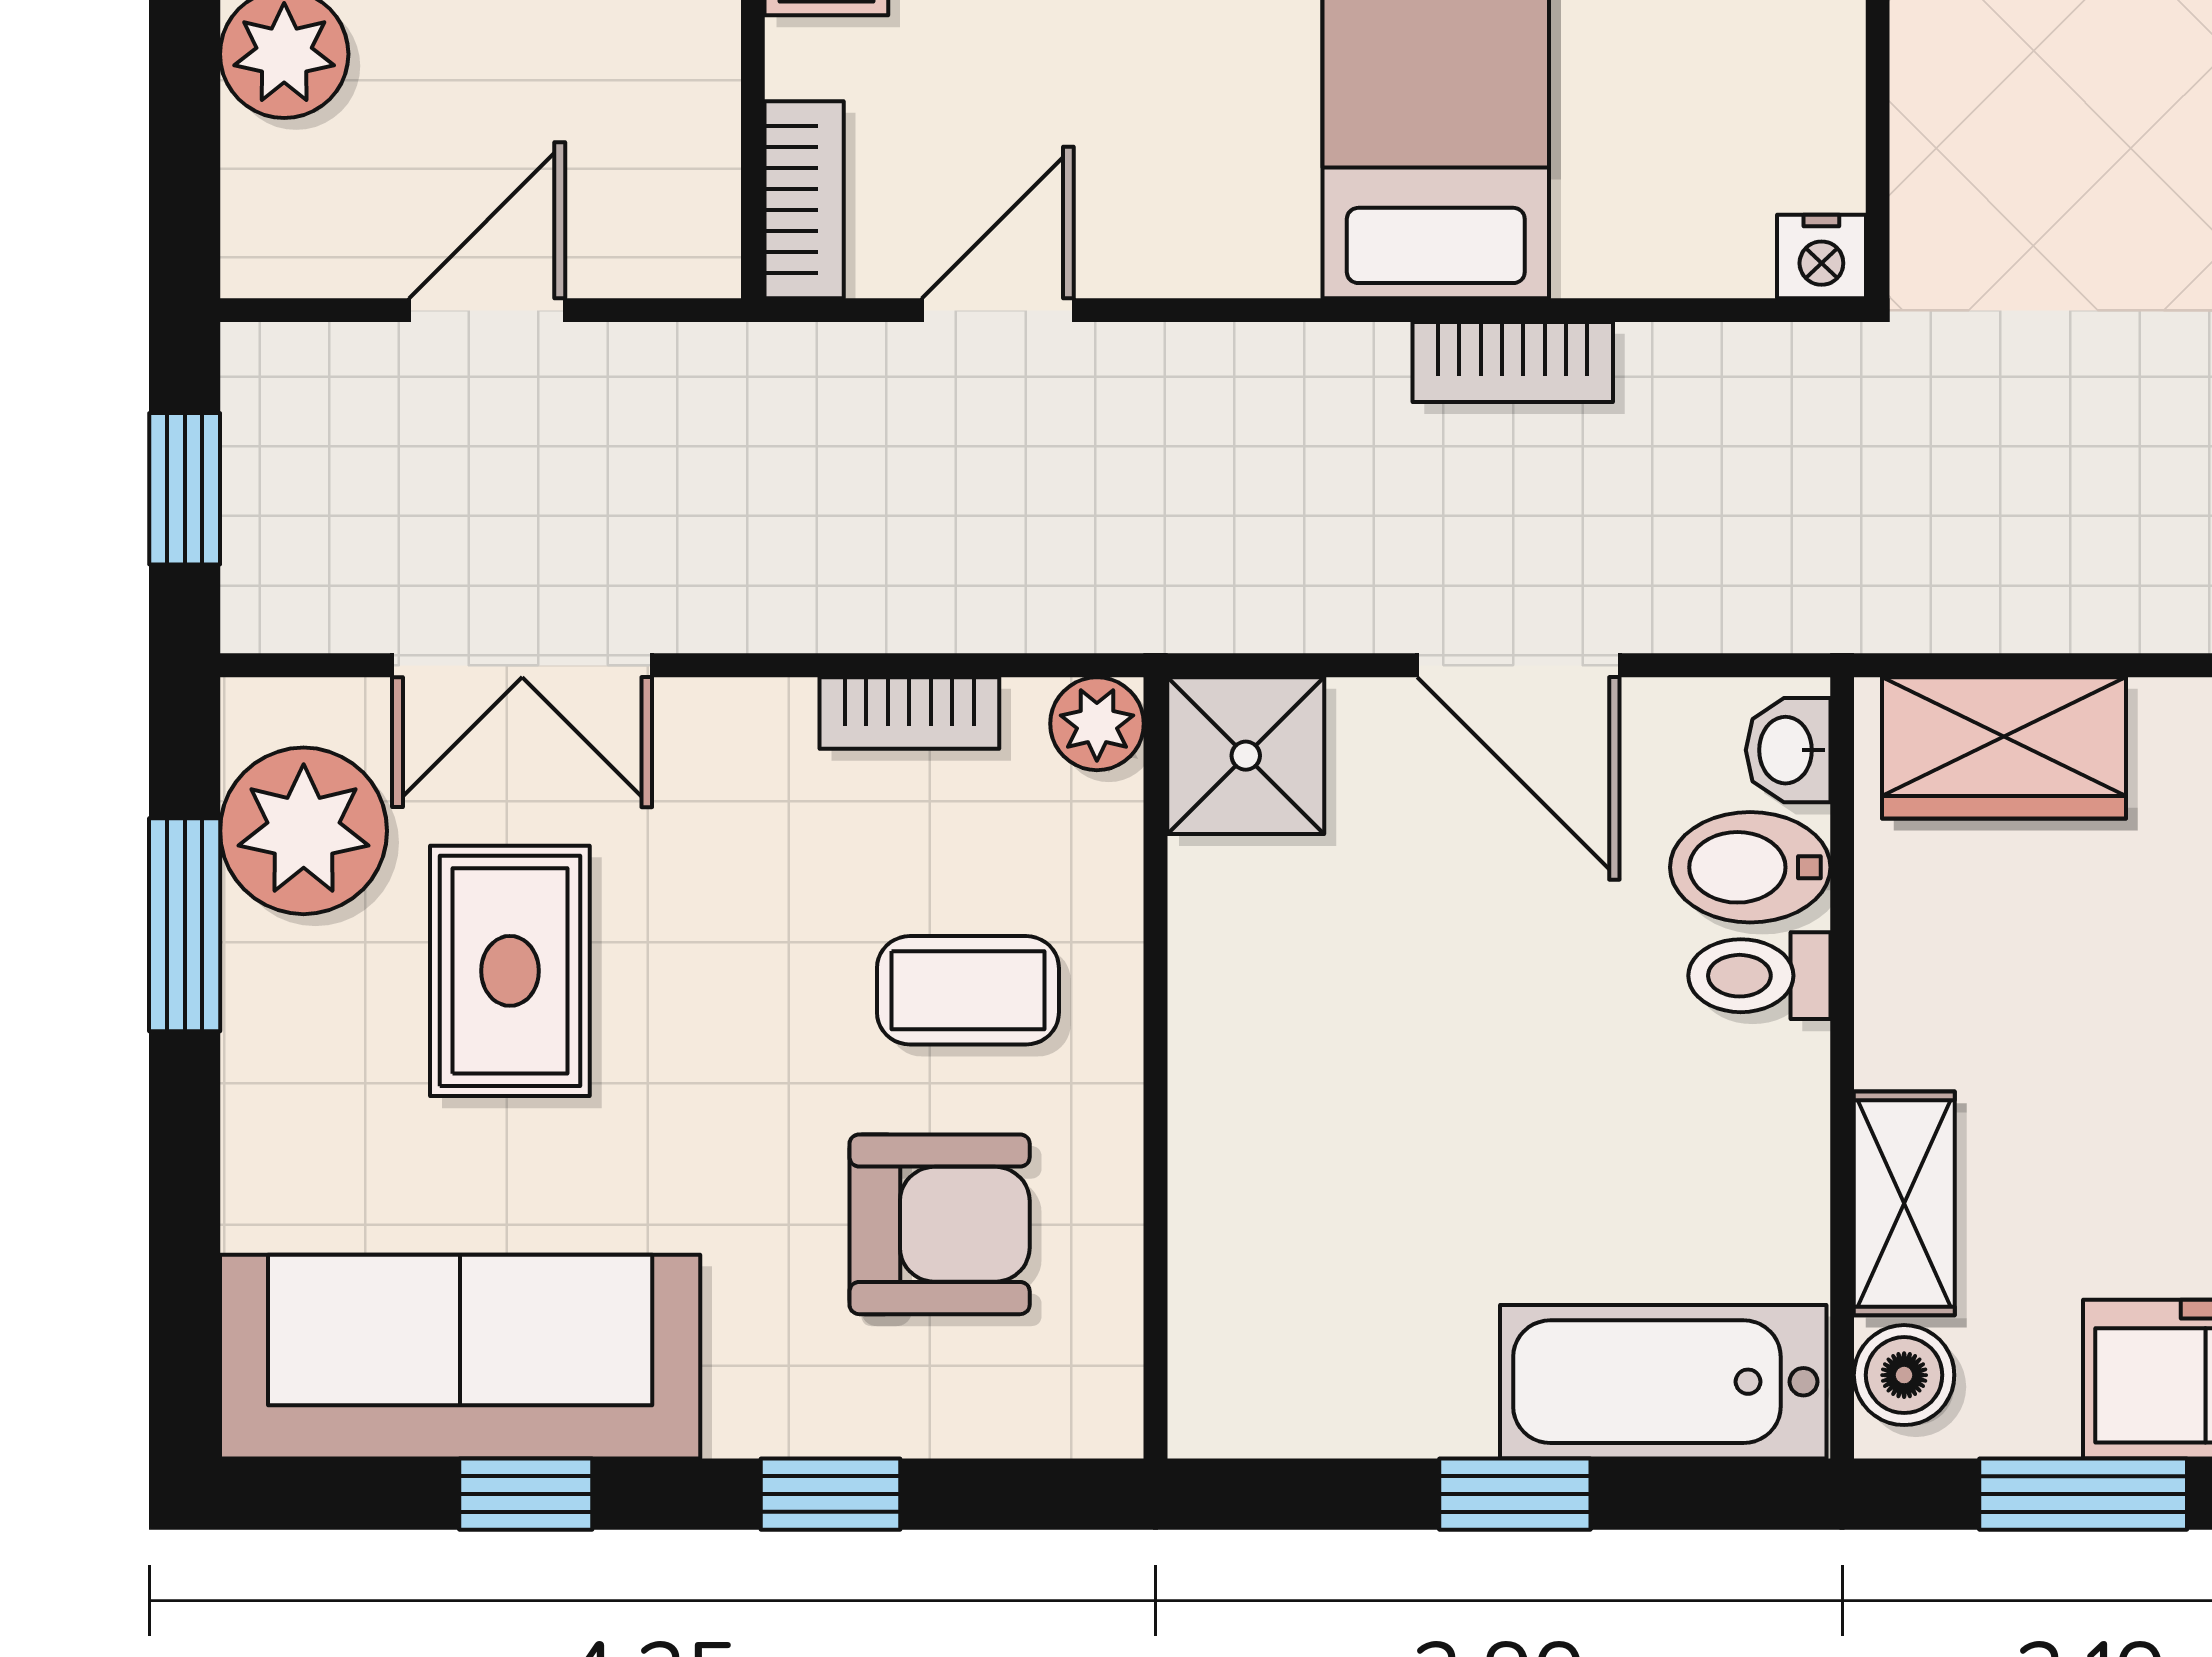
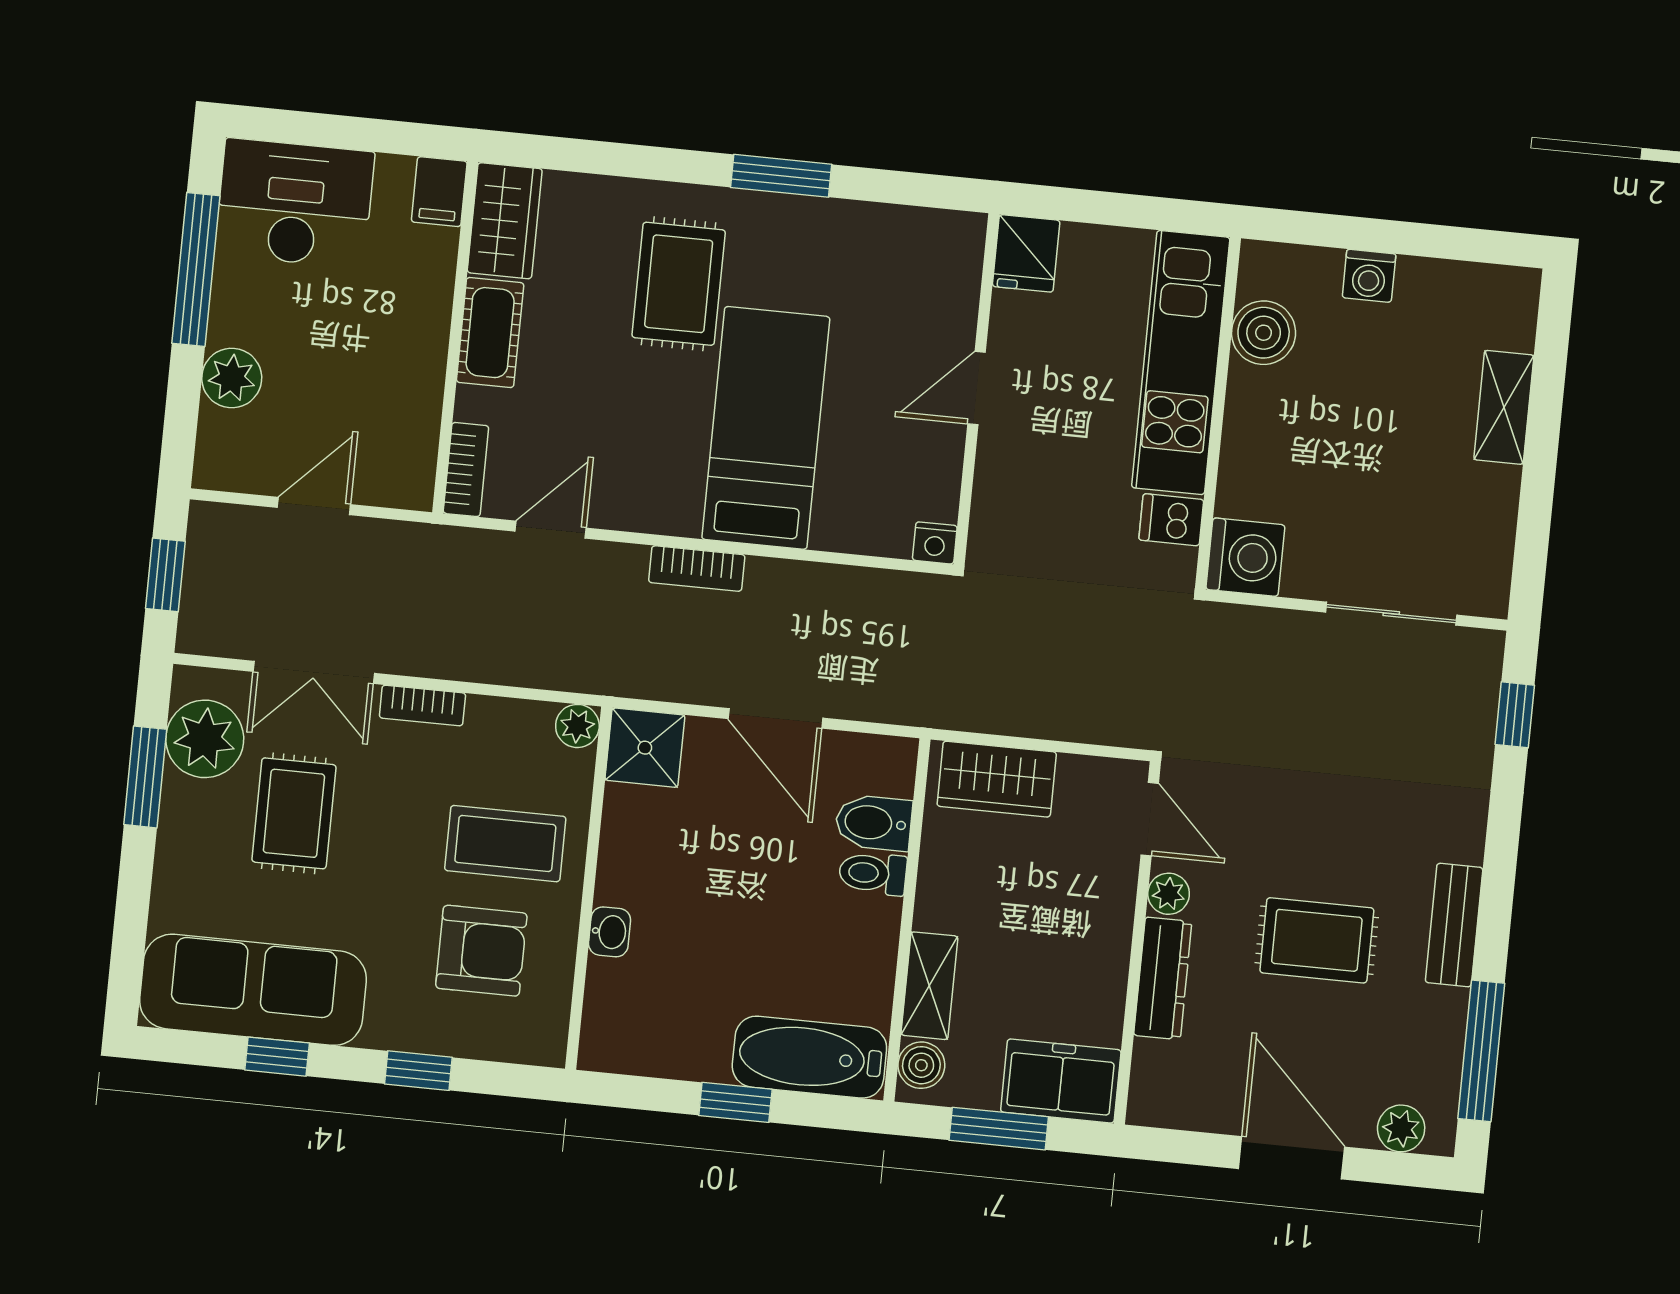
bookcase: (1513, 362) -> (697, 569), moved
bookcase: (909, 713) -> (422, 705), moved
washbasin: (1788, 750) -> (610, 932), moved, turned 180
coffee table: (968, 990) -> (505, 844), width x1.36, depth x1.30

